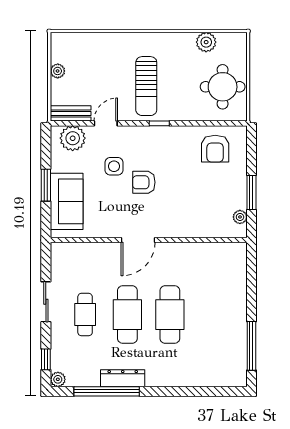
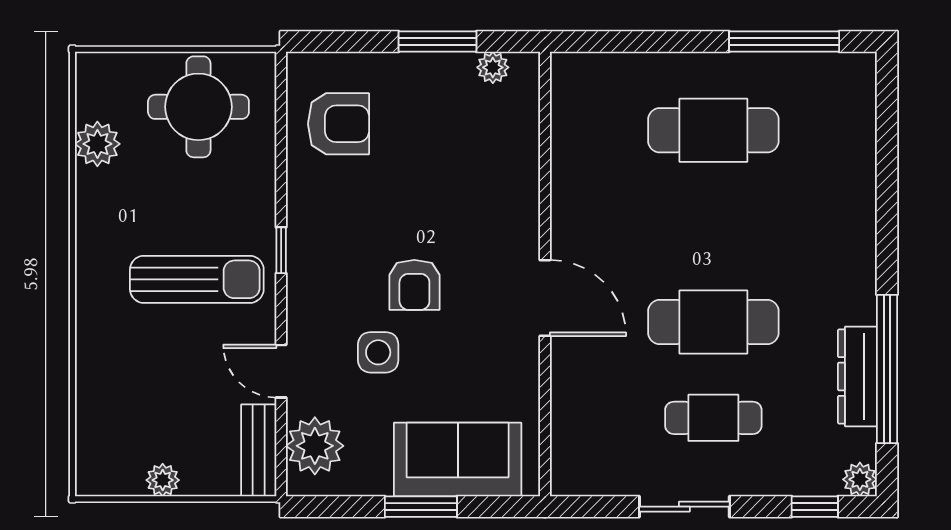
cafe table: (170, 315) -> (713, 130), moved
dresser: (123, 378) -> (857, 376), moved

